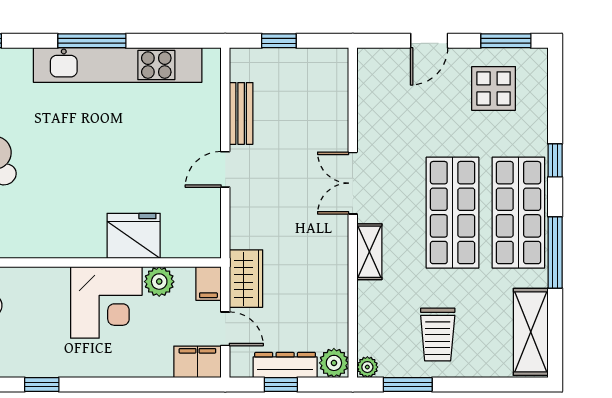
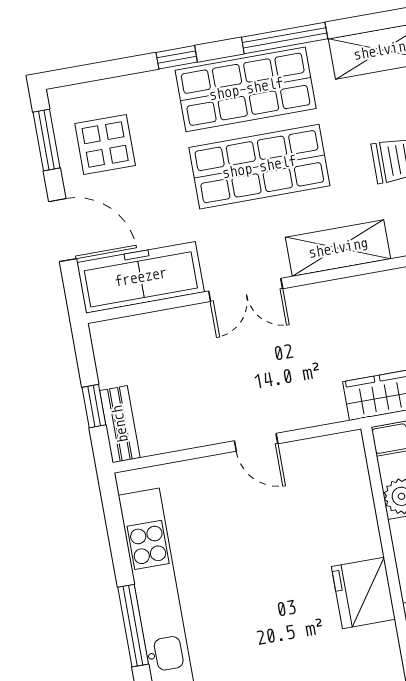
door: (429, 41) -> (63, 230), width x1.38
freezer: (379, 98) -> (141, 277), added
bench: (241, 113) -> (120, 424), moved, turned 90
fridge: (134, 236) -> (363, 593), moved
shelving: (369, 252) -> (338, 248), width x1.50, depth x1.33

